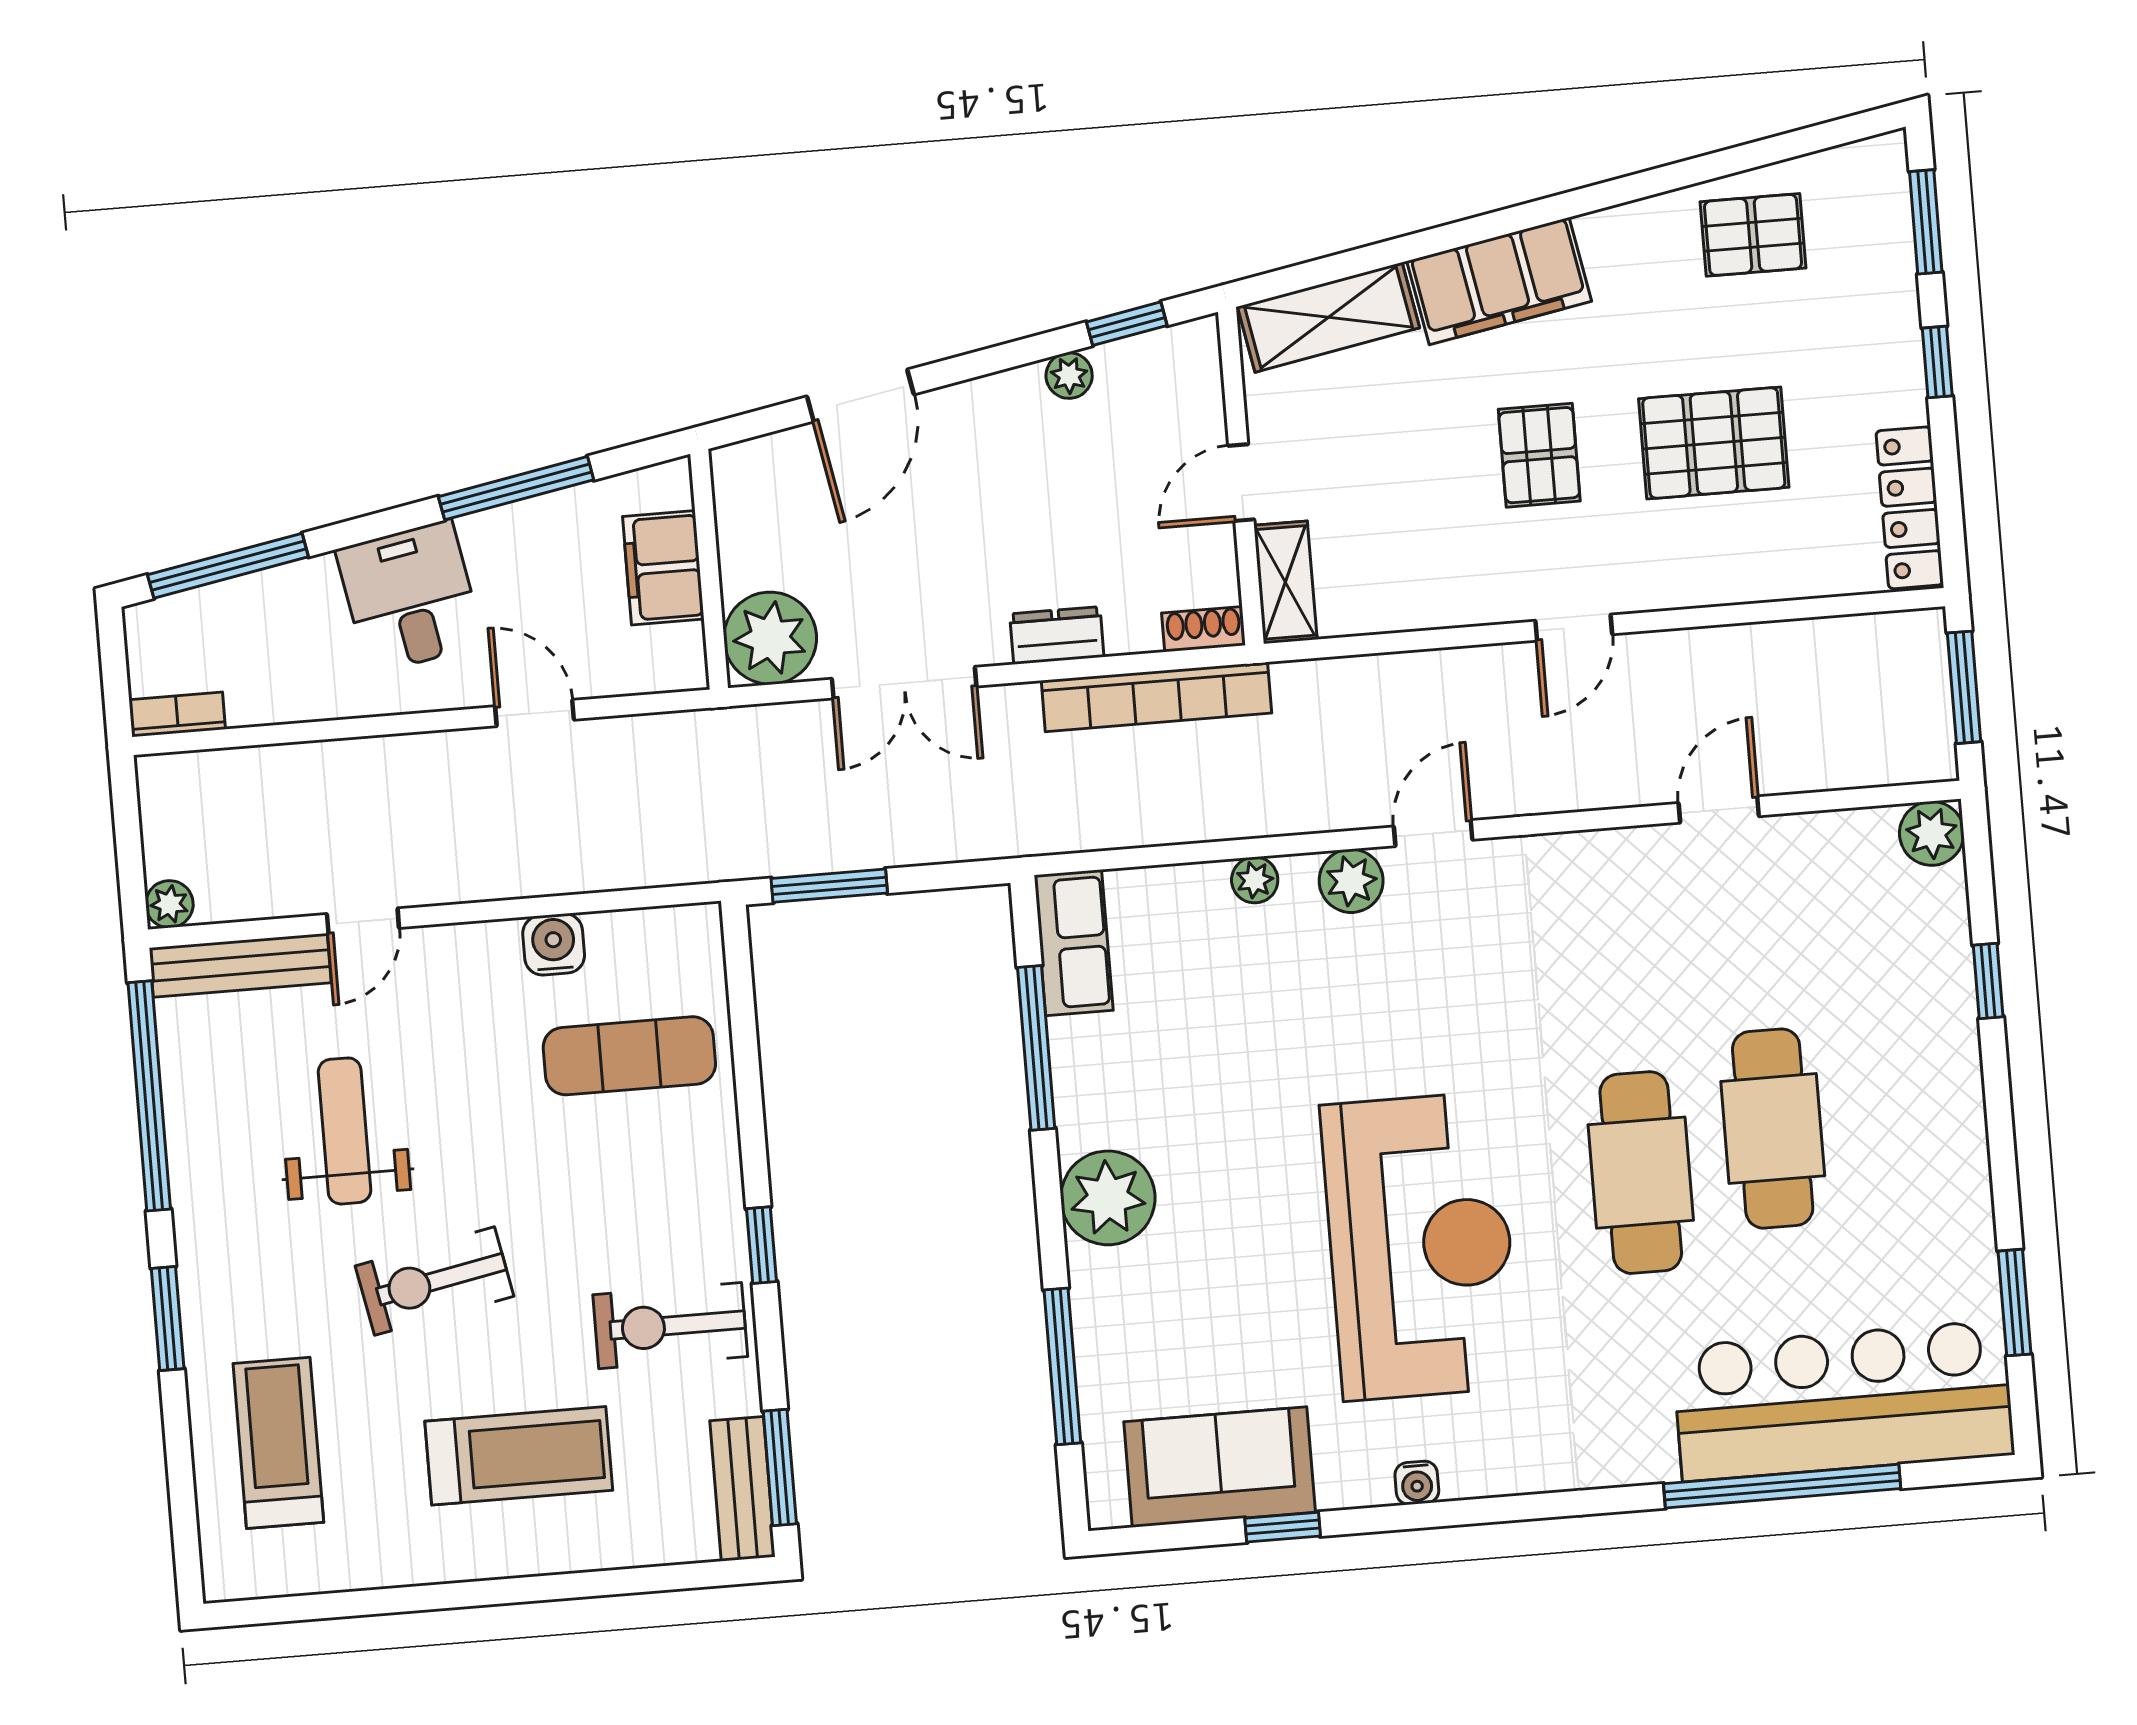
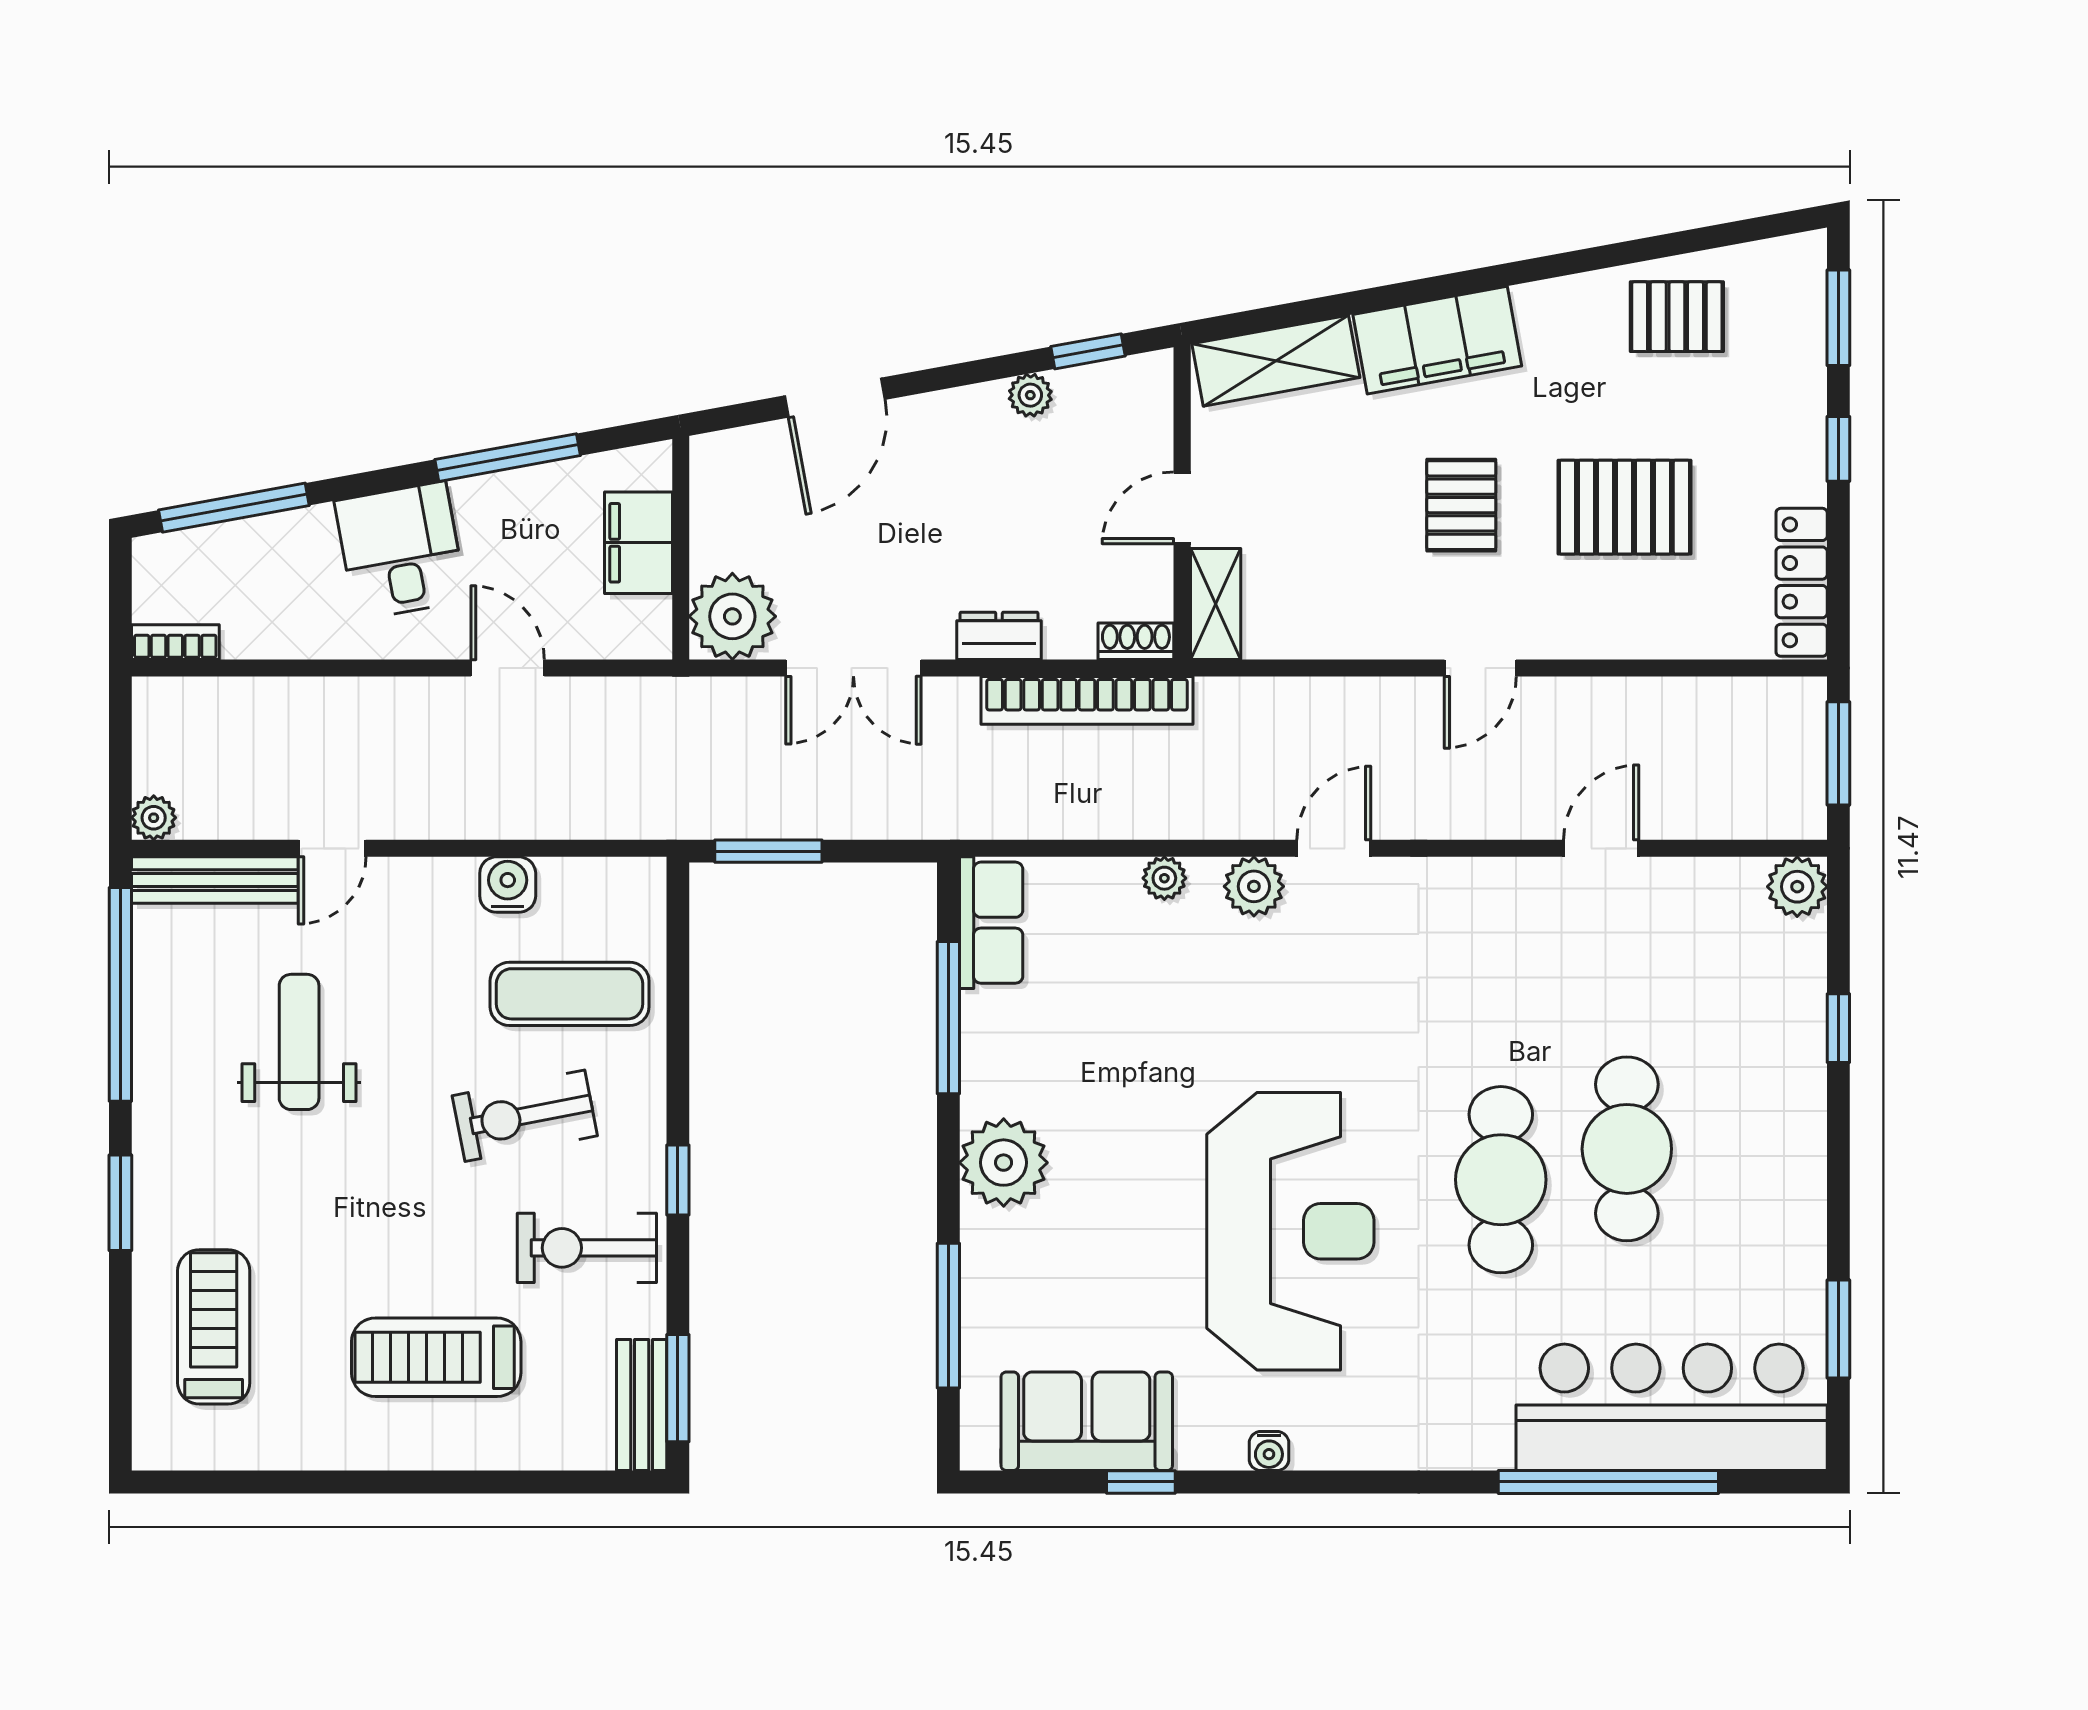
exercise bike: (435, 1281) -> (525, 1116), moved
treadmill: (519, 1456) -> (436, 1357), turned 180

